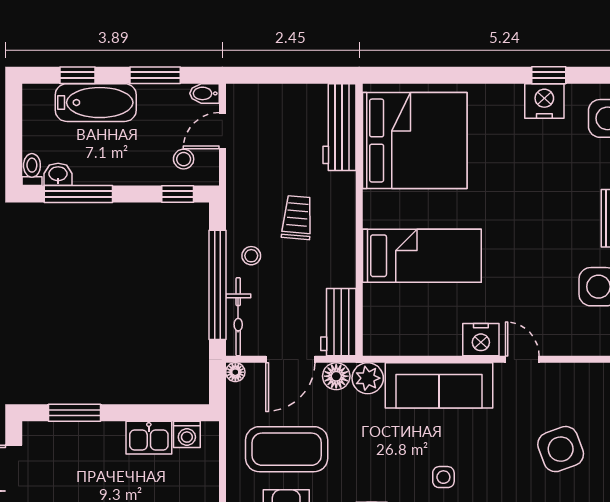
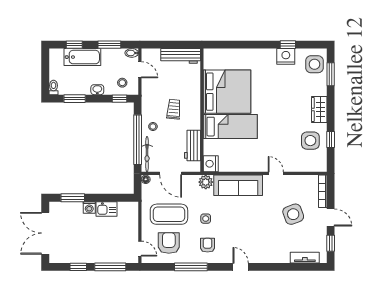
workbench: (340, 127) -> (181, 56), moved, turned -90
door: (222, 131) -> (140, 70), swing flipped
bed: (415, 141) -> (227, 92), moved
washbasin: (58, 174) -> (97, 90), moved
window: (78, 194) -> (75, 99), width x0.69
workbench: (338, 322) -> (192, 146), moved
nightstand: (481, 340) -> (211, 164), moved, turned 90
door: (290, 359) -> (171, 173), hinge flipped
floor lamp: (336, 376) -> (191, 181), removed
washing machine: (187, 434) -> (89, 208), moved
side table: (443, 477) -> (206, 219), moved

